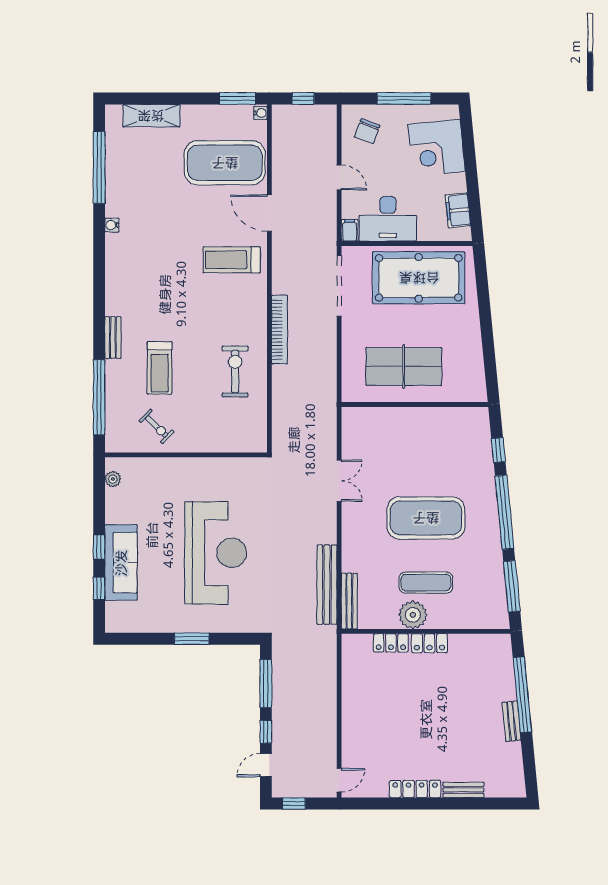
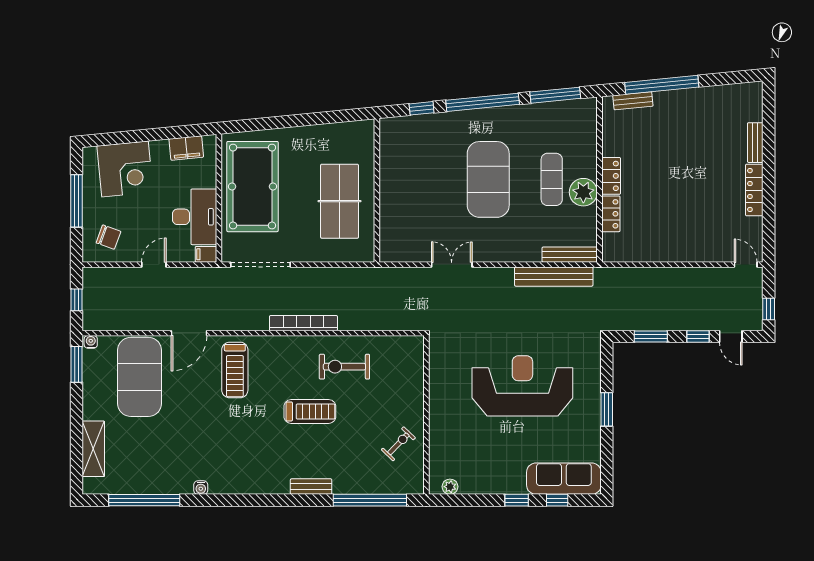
treadmill: (160, 368) -> (310, 411), moved
sofa: (121, 563) -> (564, 479), moved
window: (266, 684) -> (651, 337), width x0.69
bench: (512, 721) -> (633, 101), moved

